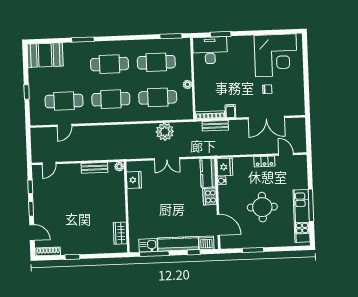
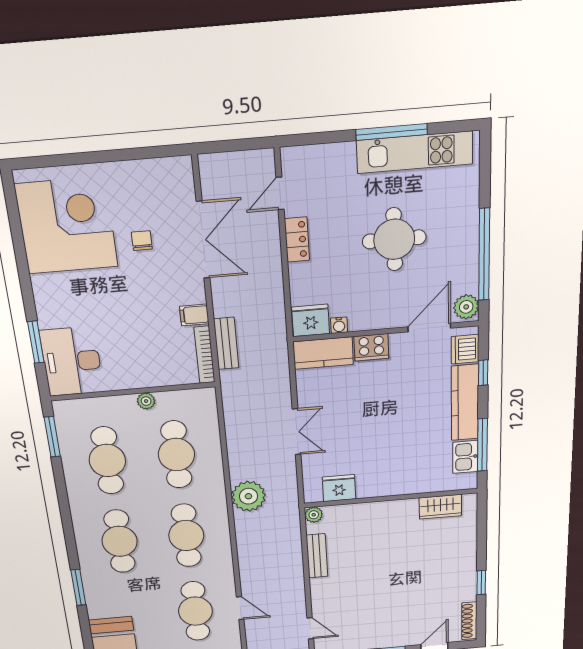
plant: (165, 132) -> (248, 496), moved
plant: (228, 242) -> (466, 307), added
window: (253, 250) -> (484, 255), width x2.11

